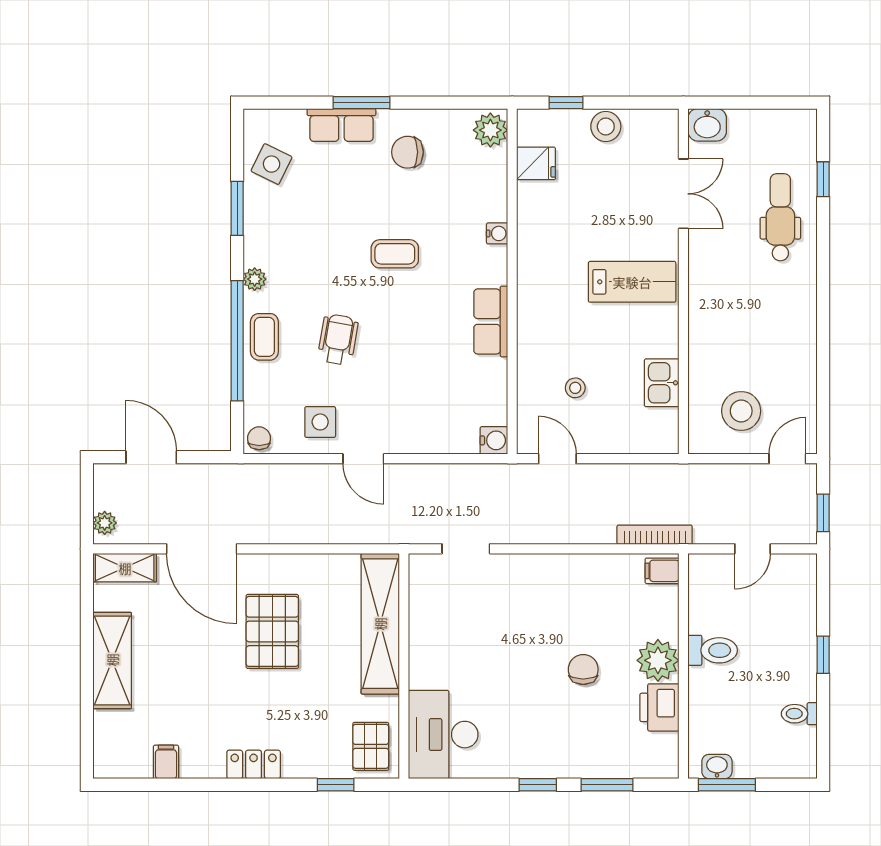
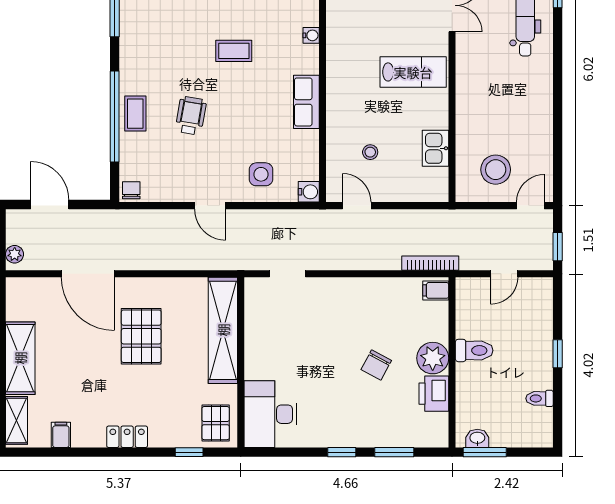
plant: (255, 279) -> (128, 70), removed
side table: (320, 422) -> (261, 174), moved
shelving: (125, 568) -> (16, 420), moved, turned 90
chair: (583, 669) -> (376, 365), turned -152

